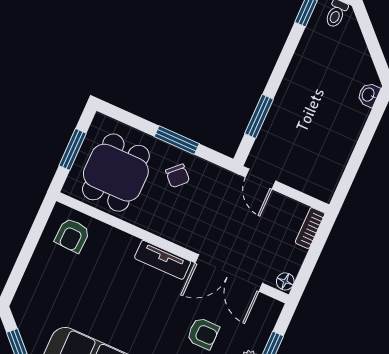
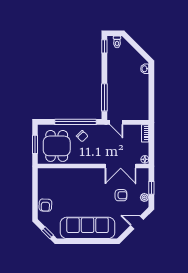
window: (259, 116) -> (104, 97), width x1.44
window: (177, 140) -> (75, 122), width x2.11
armchair: (72, 235) -> (45, 205), moved
tv unit: (163, 260) -> (91, 173), removed

